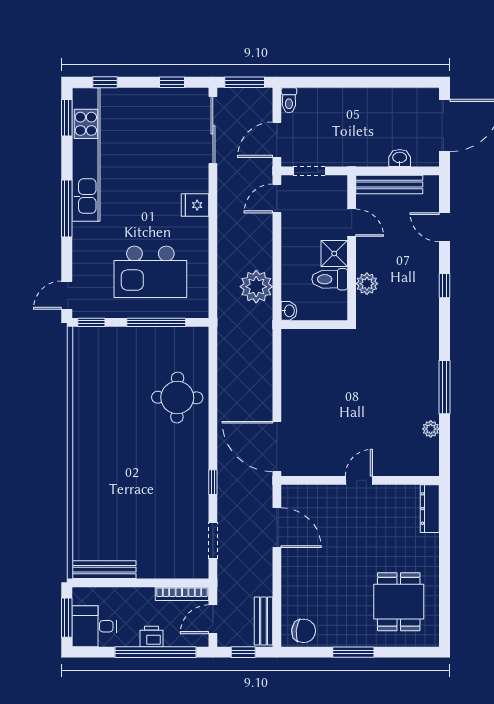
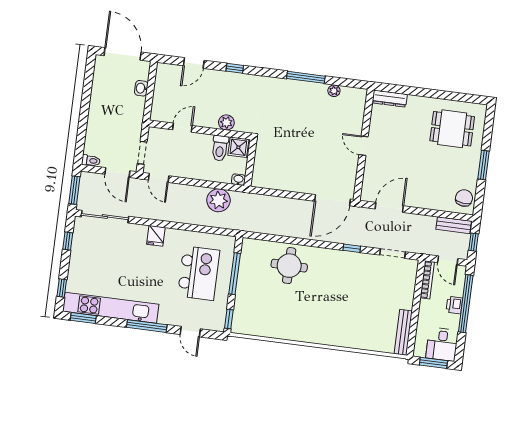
bench: (389, 184) -> (159, 98), removed
shower: (334, 254) -> (238, 147), moved
door: (67, 295) -> (190, 332), moved

